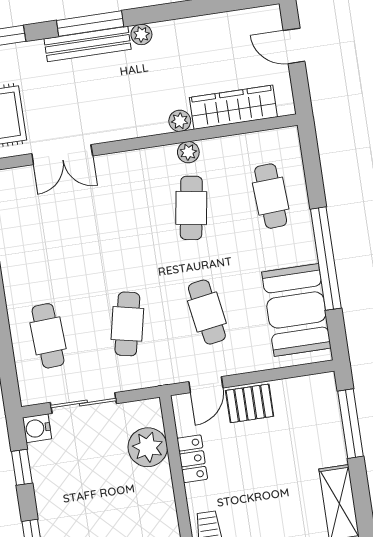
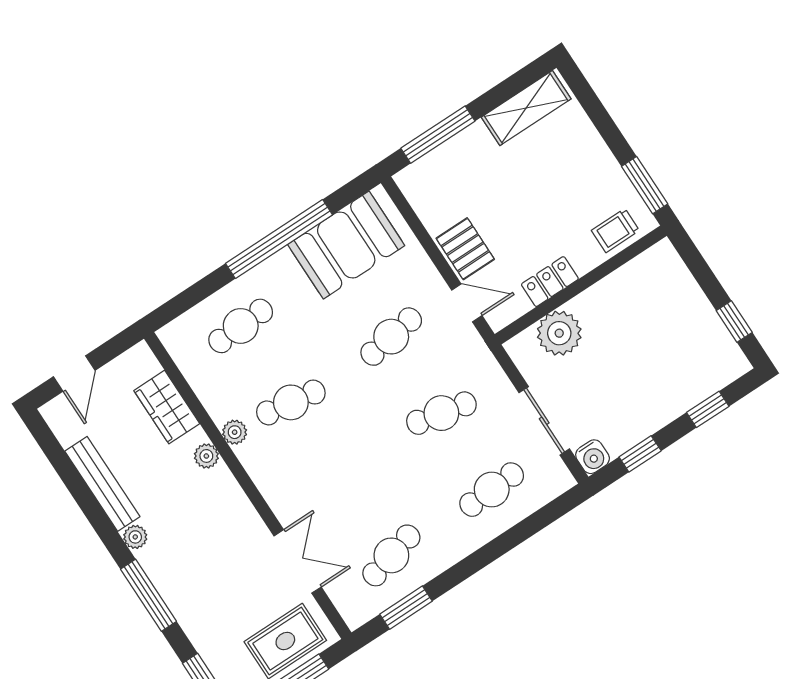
bench: (88, 44) -> (102, 484), moved
wardrobe: (233, 107) -> (167, 407), width x0.67
cafe table: (32, 232) -> (391, 555), added

